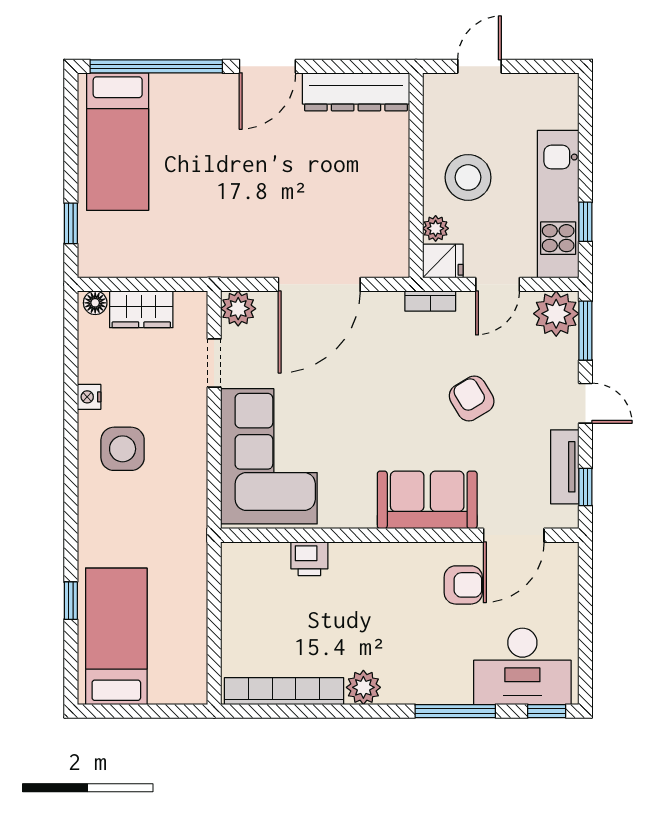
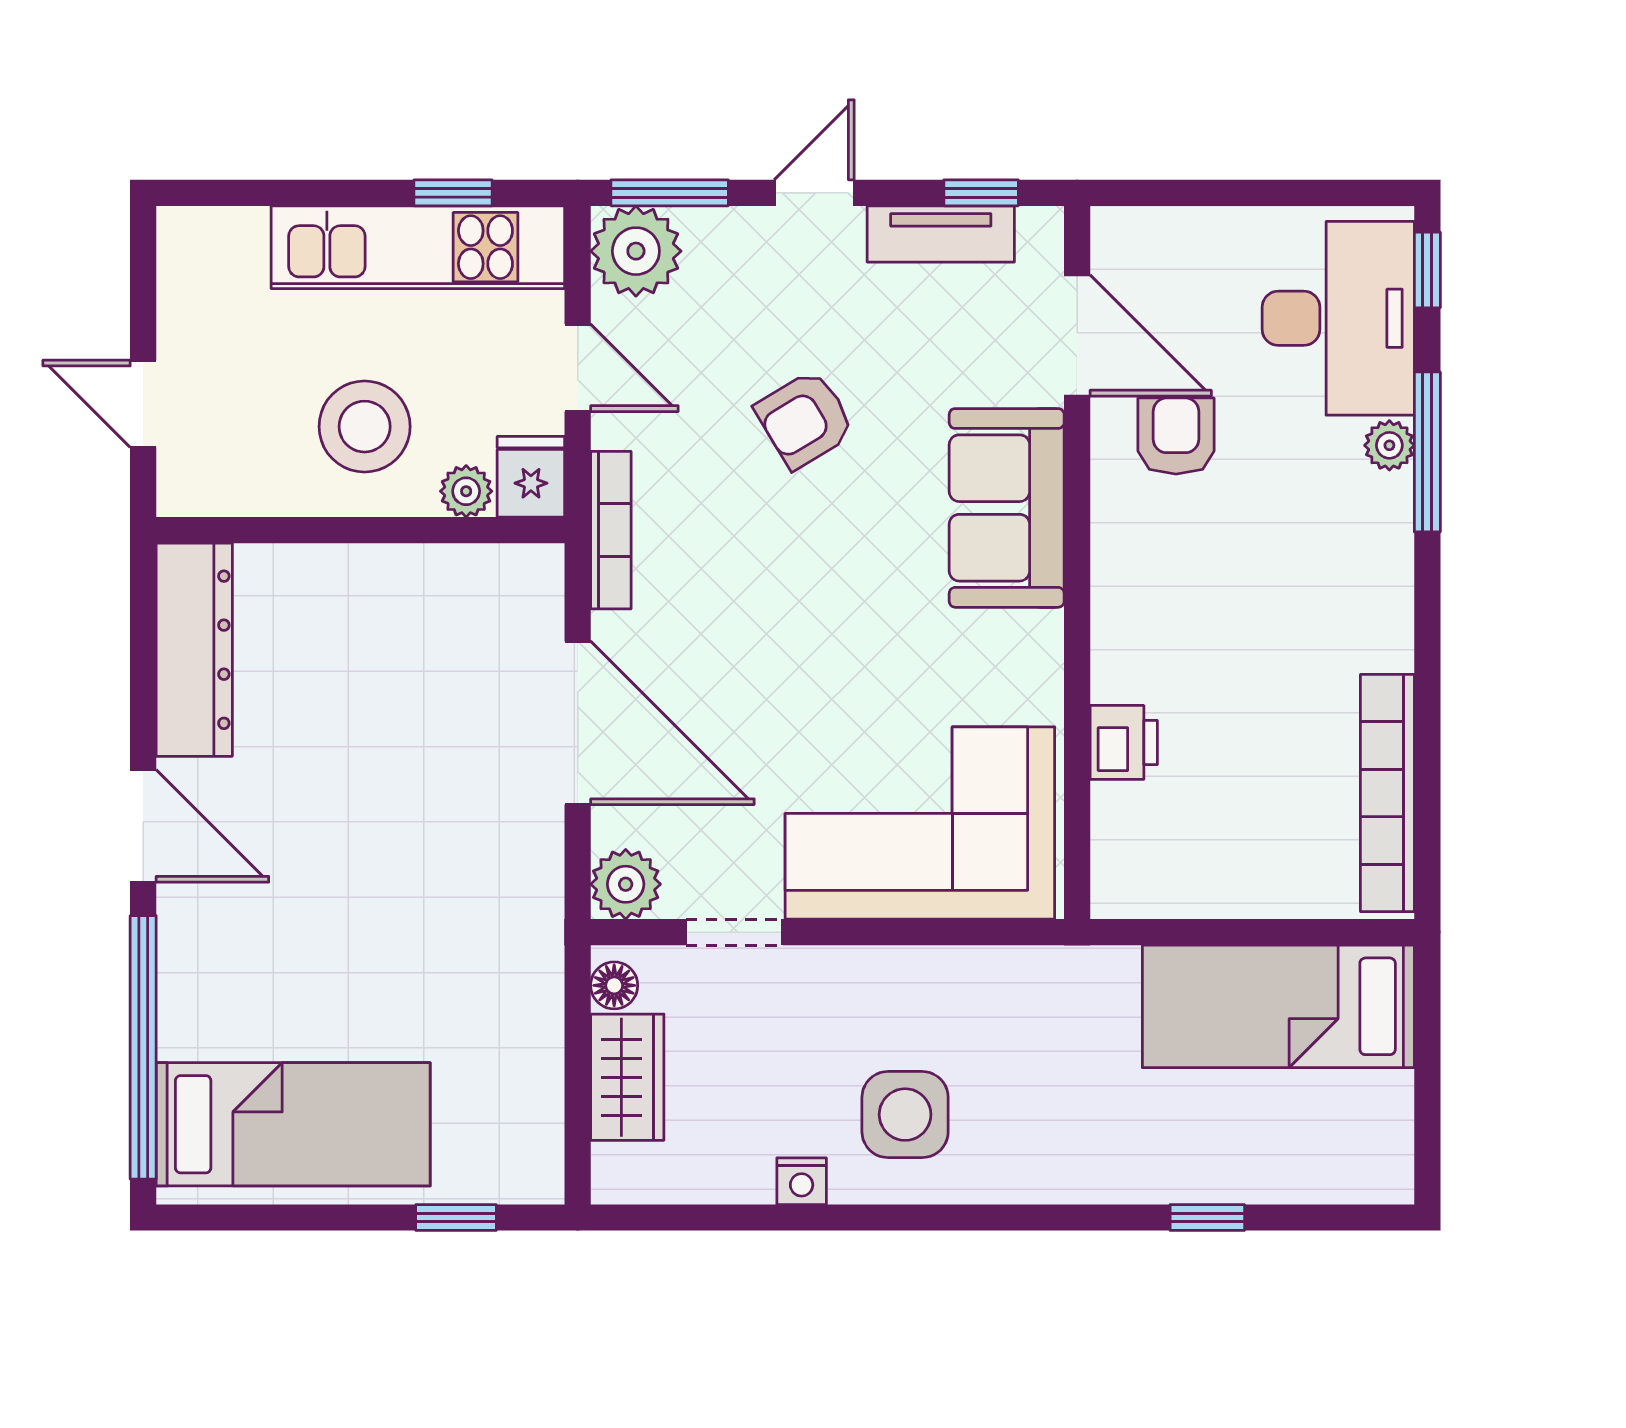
bookcase: (430, 301) -> (611, 530), width x1.56
floor lamp: (95, 303) -> (614, 985), moved
bed: (116, 636) -> (1278, 1006), moved
plant: (363, 687) -> (1389, 445), moved, width x0.73, depth x0.73

